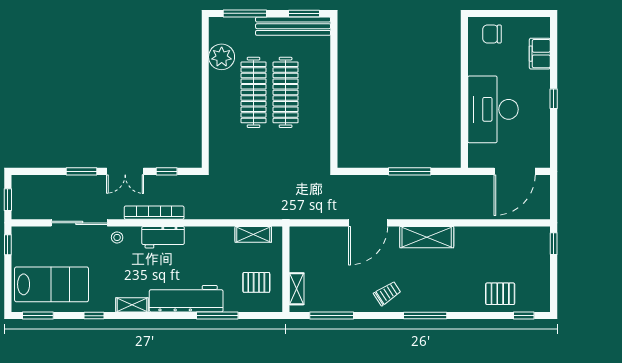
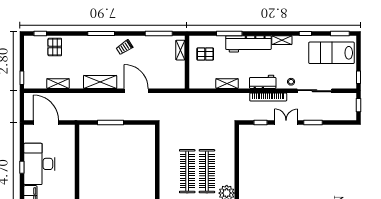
desk: (493, 109) -> (39, 164), moved, turned 180
door: (515, 171) -> (46, 122), hinge flipped
door: (368, 223) -> (136, 91), hinge flipped
shelving: (253, 234) -> (227, 84), moved
shelving: (495, 234) -> (58, 84), added
pallet: (500, 294) -> (55, 47), turned 90

